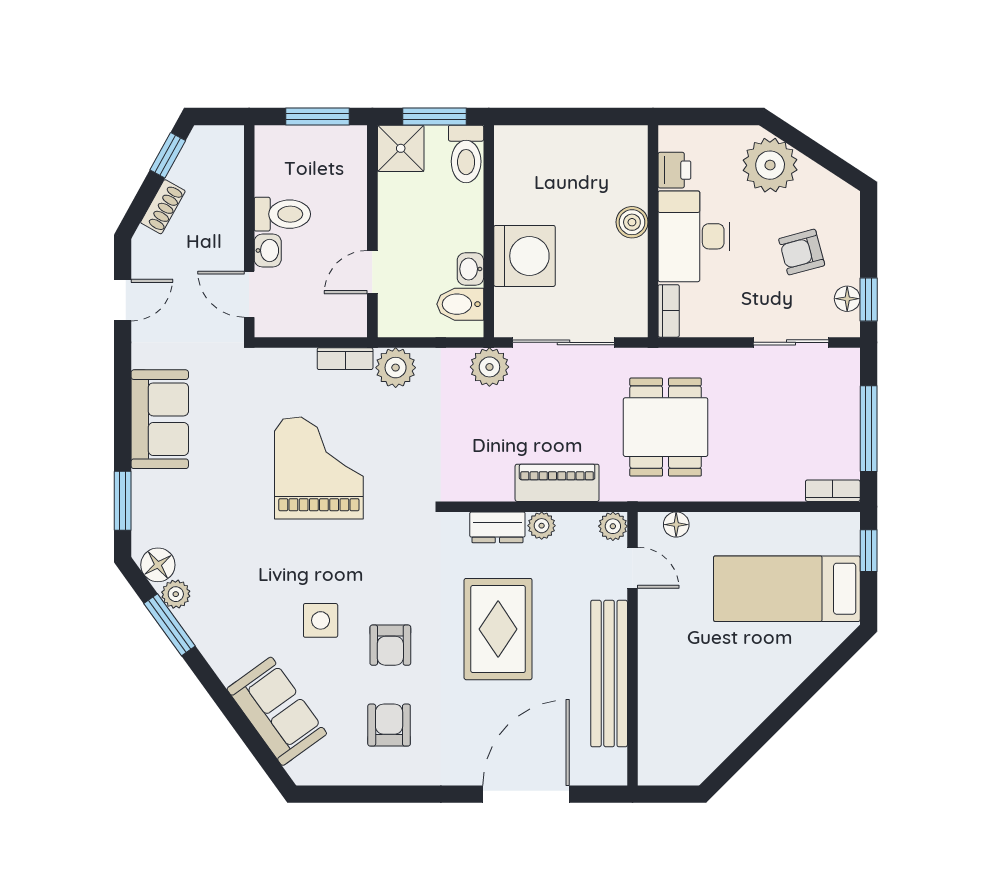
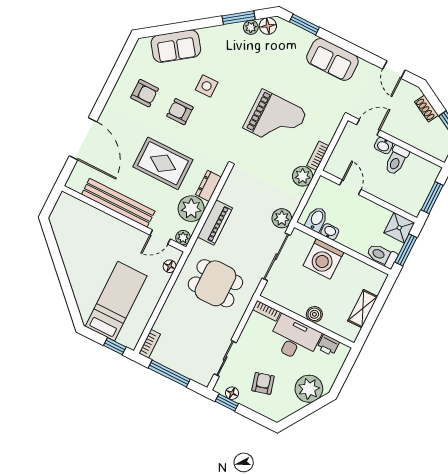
shelving: (578, 141) -> (363, 309), added
plant: (542, 526) -> (191, 209), width x1.88, depth x1.88

